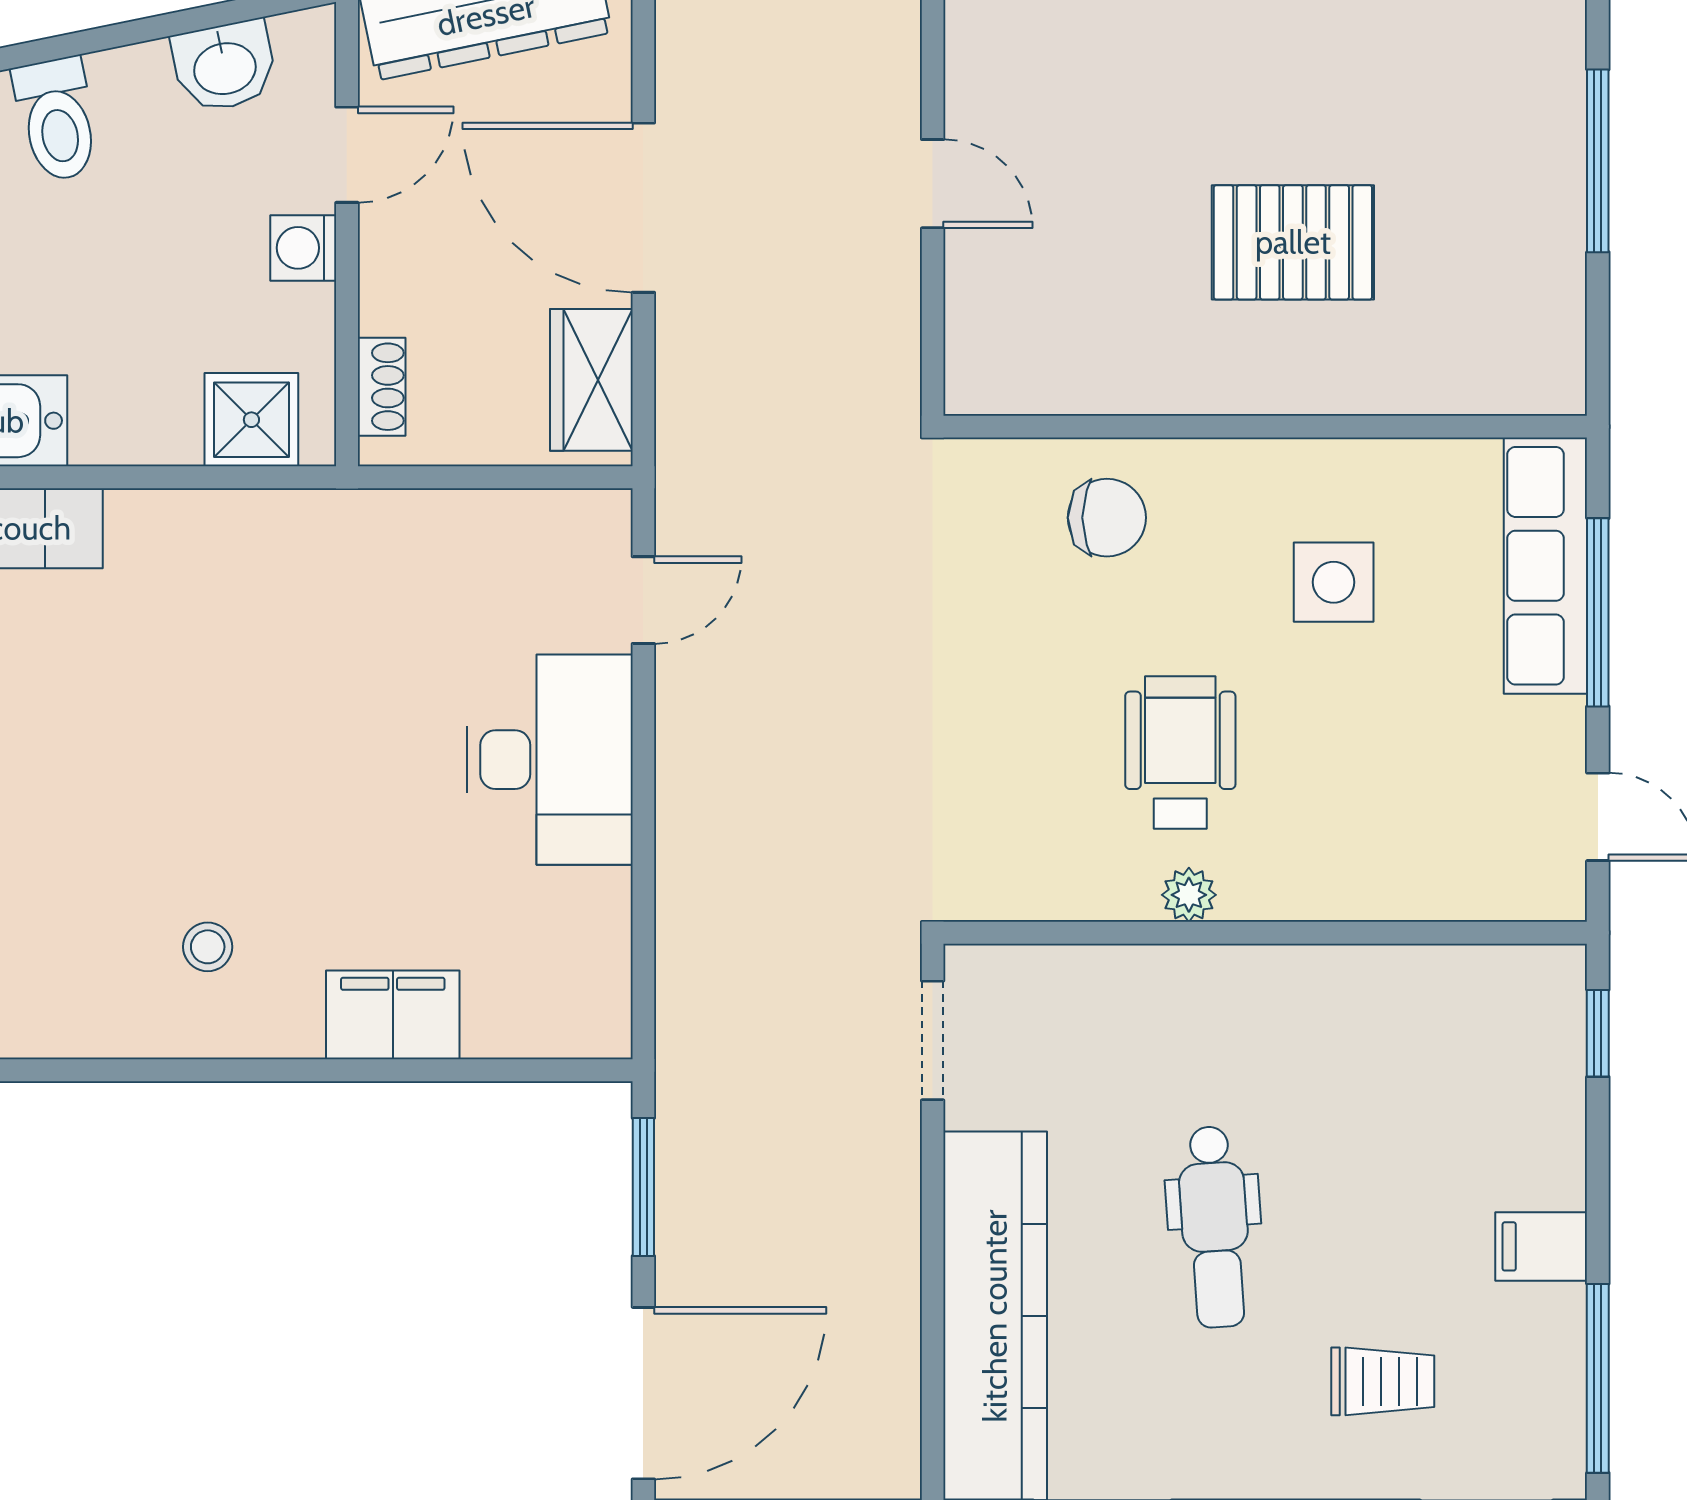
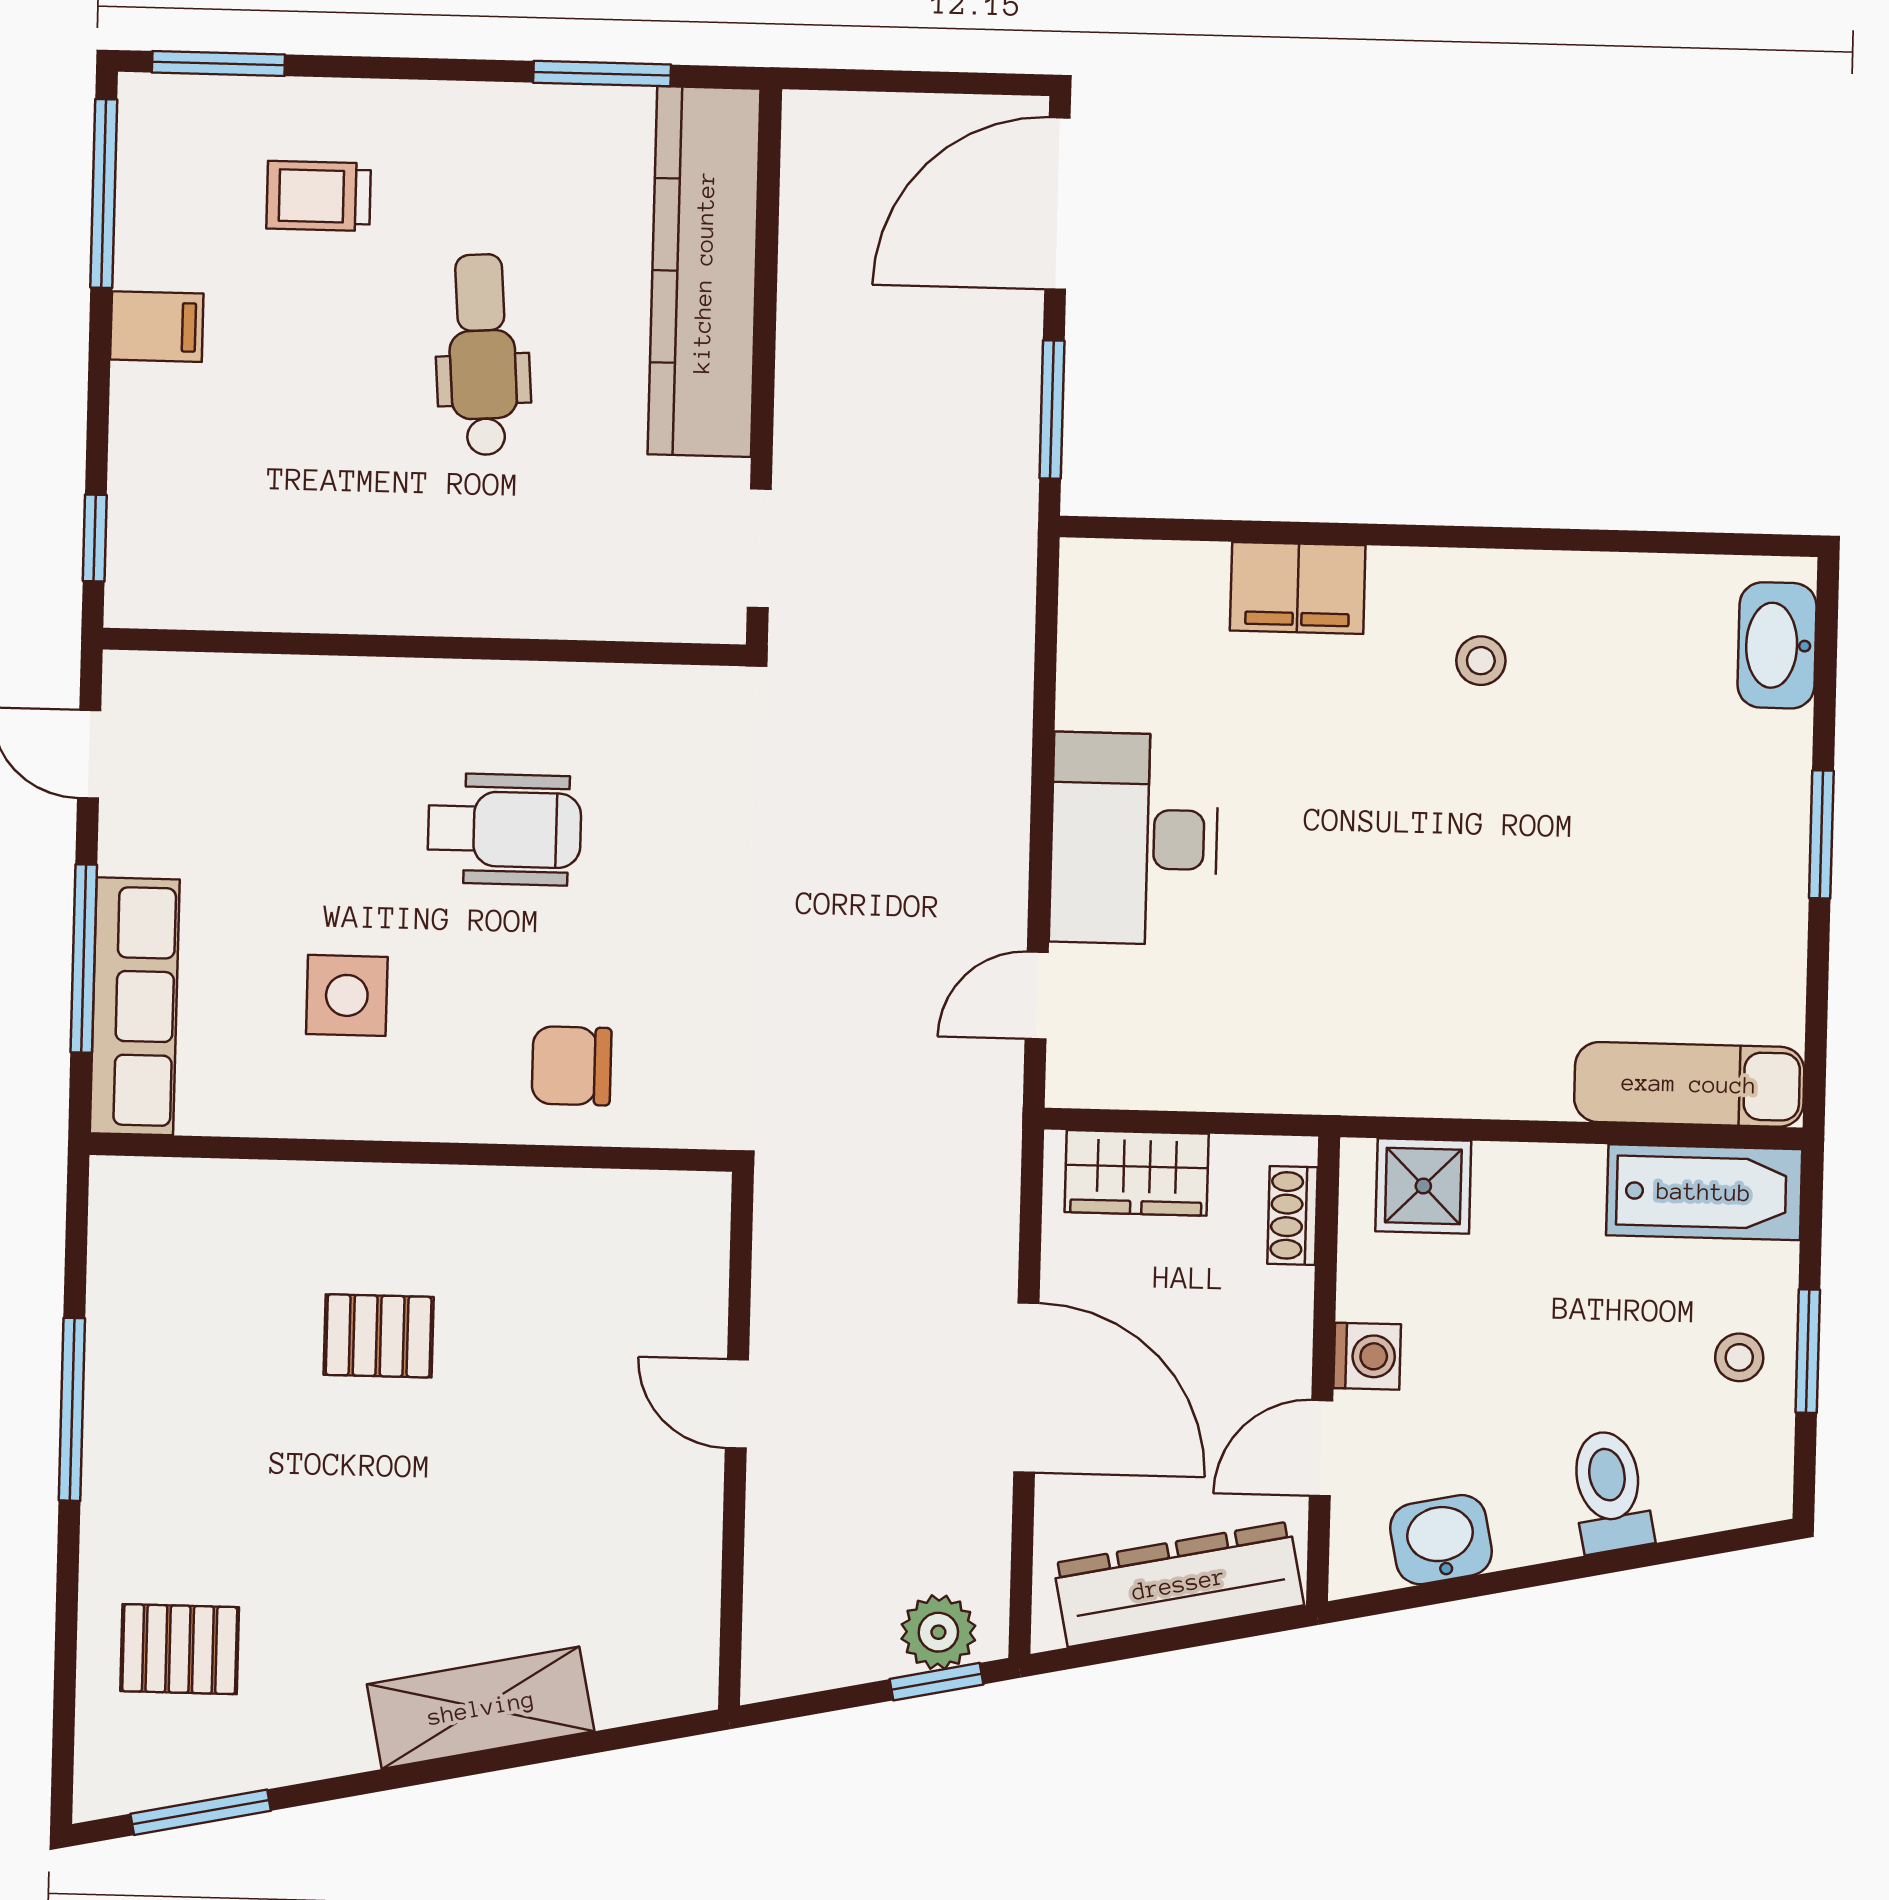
pallet: (1293, 242) -> (379, 1336), width x0.67, depth x0.71
wardrobe: (591, 380) -> (1137, 1173), moved, turned 90
wheelchair: (1180, 752) -> (504, 829), turned -90
plant: (1189, 895) -> (500, 687), removed

